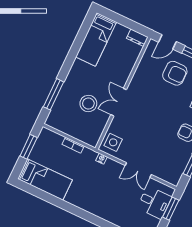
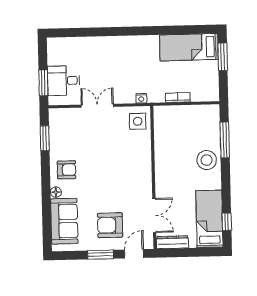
window: (84, 31) -> (227, 222), added
dresser: (137, 38) -> (172, 242), width x1.44
double door: (119, 102) -> (154, 215), moved
stool: (88, 103) -> (207, 160), moved
window: (29, 147) -> (223, 57), moved

